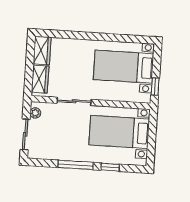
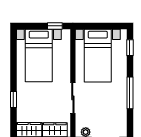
window: (77, 35) -> (13, 100), added
window: (110, 167) -> (130, 48), moved

